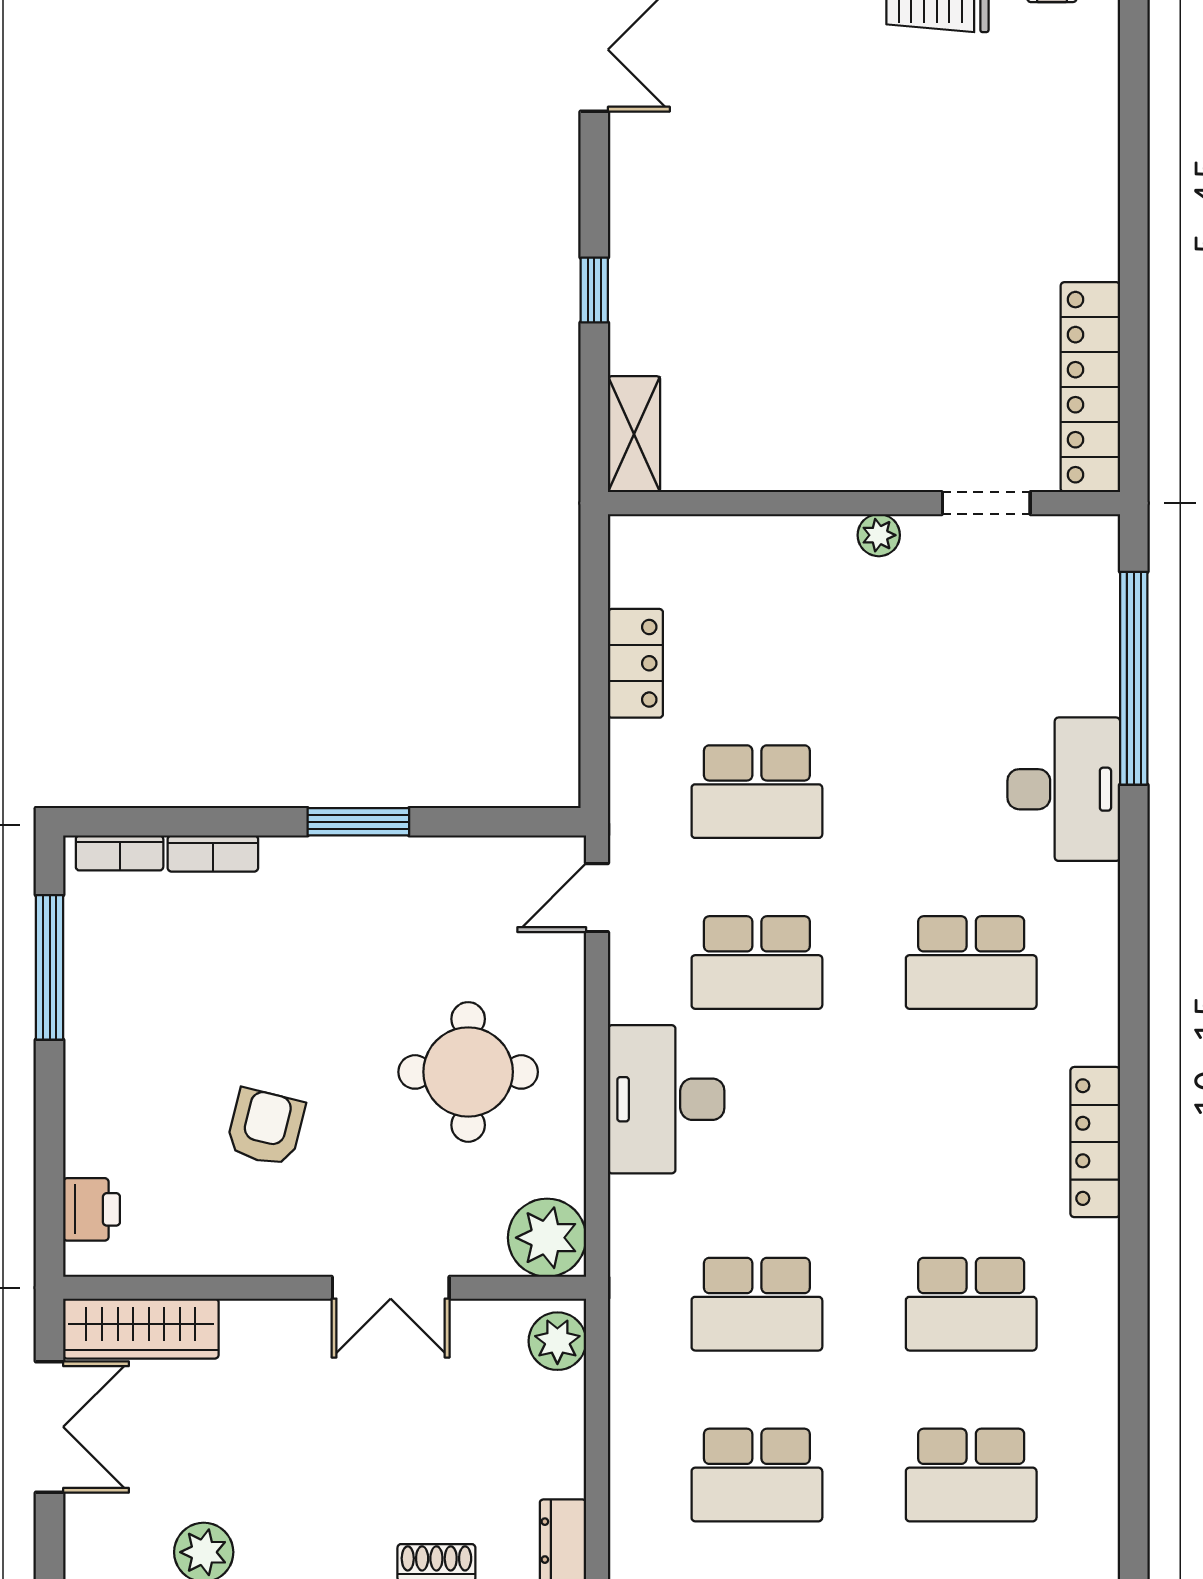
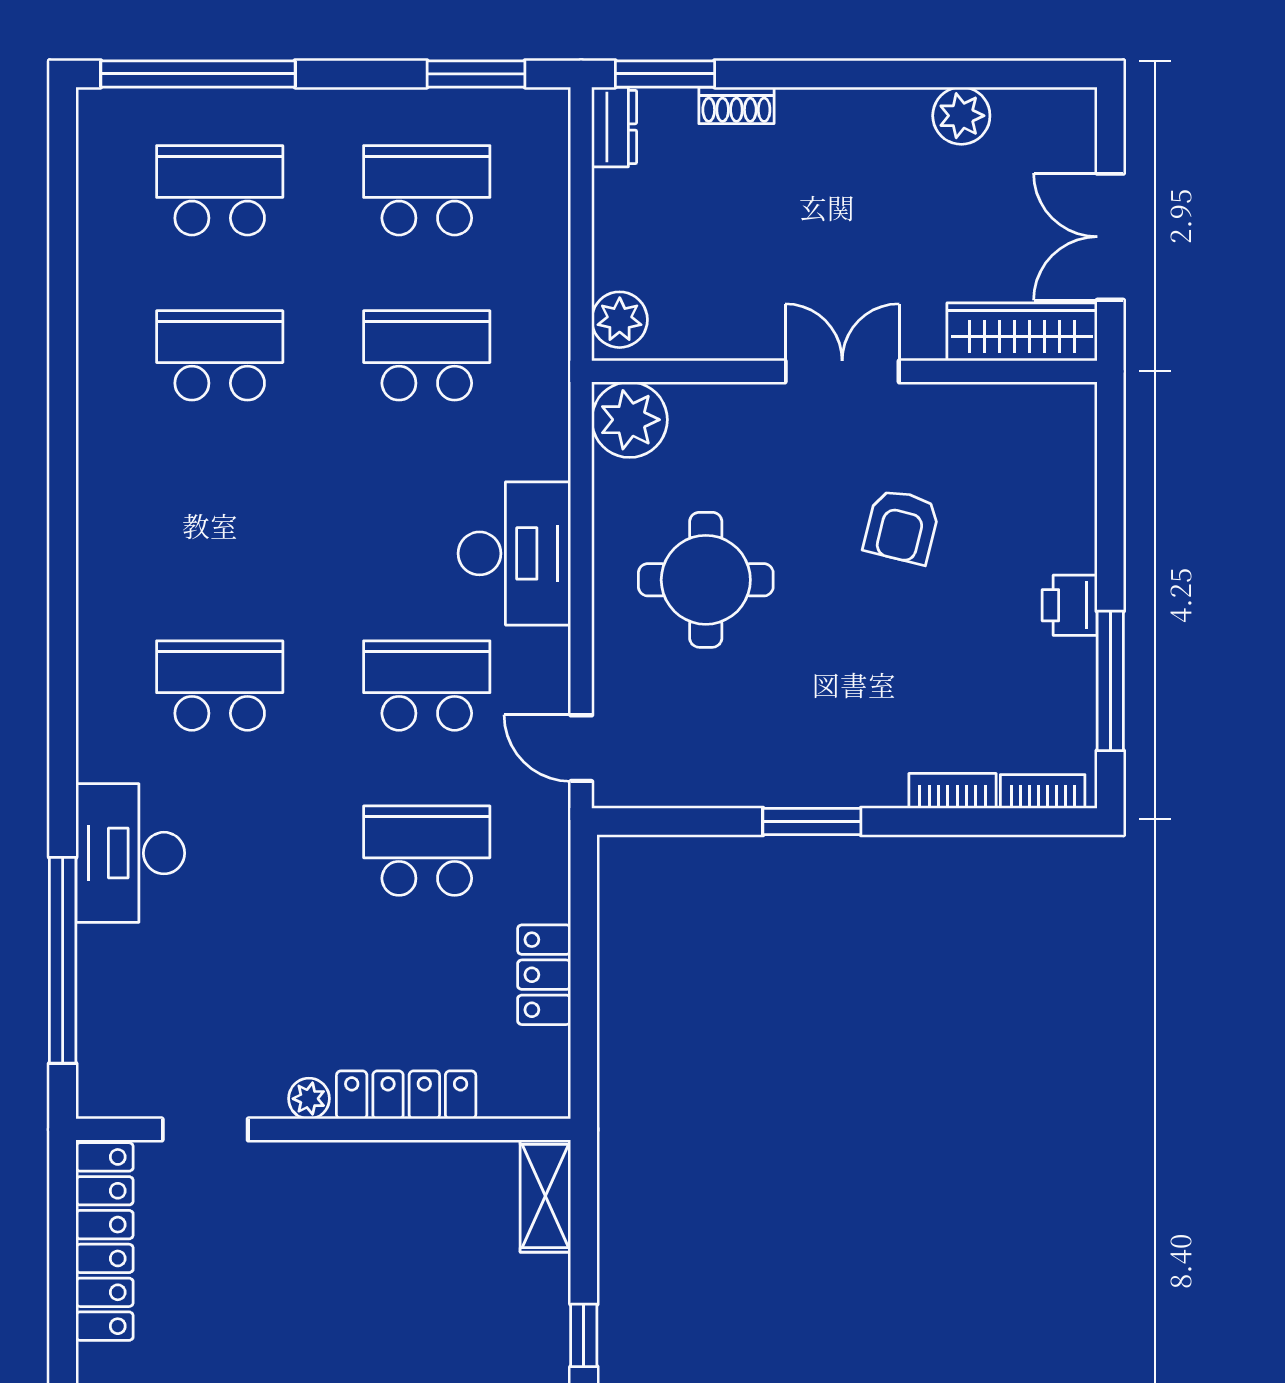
door: (597, 898) -> (581, 748), swing flipped
locker: (1095, 1142) -> (406, 1095), moved, turned -90
printer: (92, 1209) -> (1070, 605), moved
double door: (391, 1288) -> (842, 371), moved

